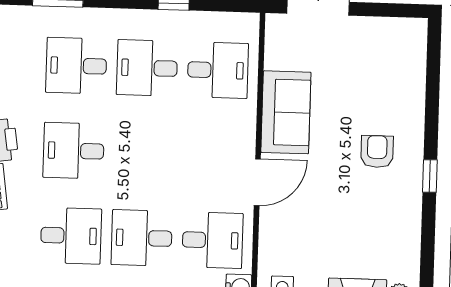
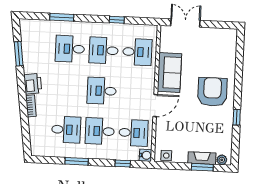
desk: (74, 151) -> (102, 91), moved
armchair: (377, 151) -> (212, 92), width x1.88, depth x1.88
window: (430, 176) -> (237, 117), moved

